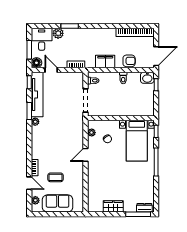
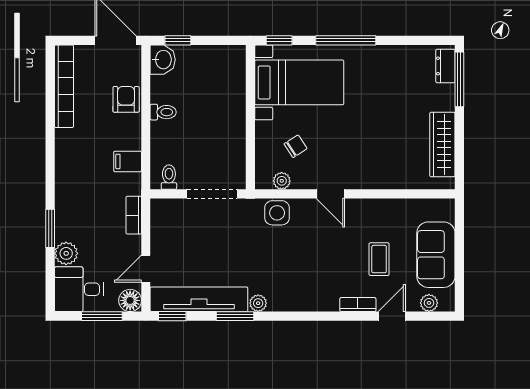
filing cabinet: (105, 62) -> (128, 161), width x0.50
side table: (77, 130) -> (277, 213), added
wardrobe: (113, 206) -> (442, 144), width x1.50

